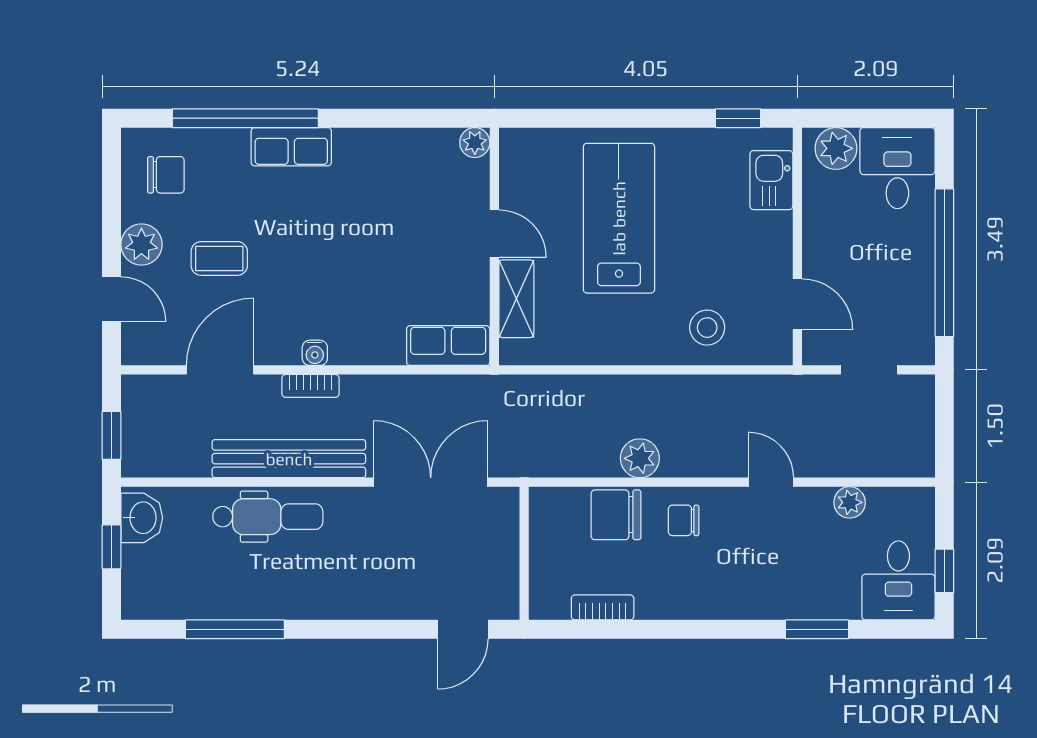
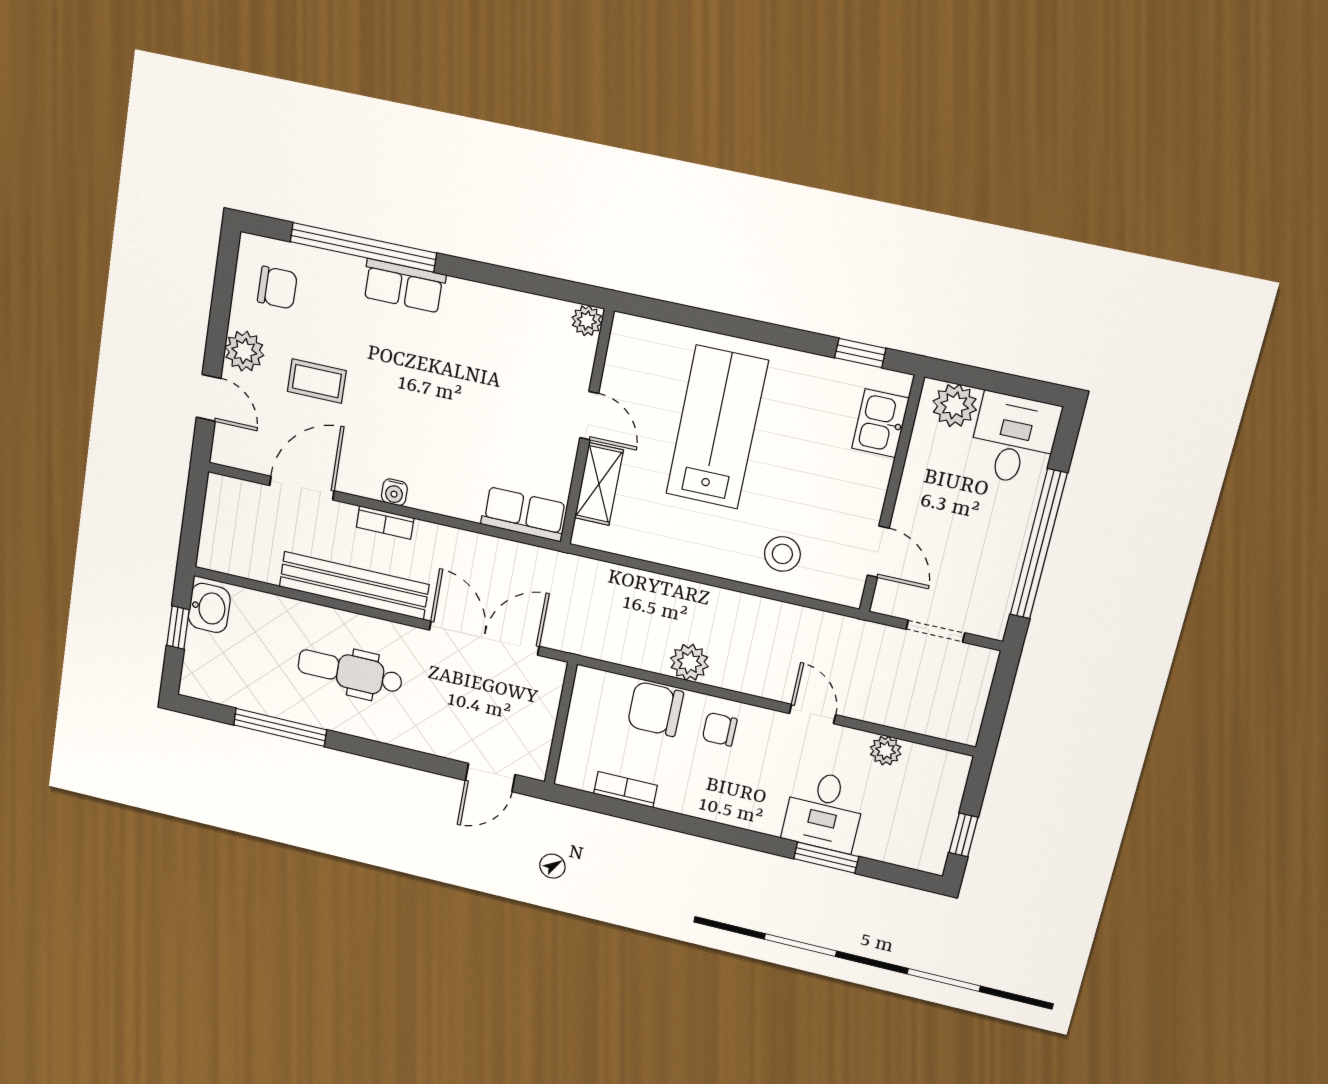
window: (111, 435) -> (192, 526), removed
dental chair: (268, 517) -> (350, 672), moved, turned 180
desk: (898, 580) -> (824, 811), moved

